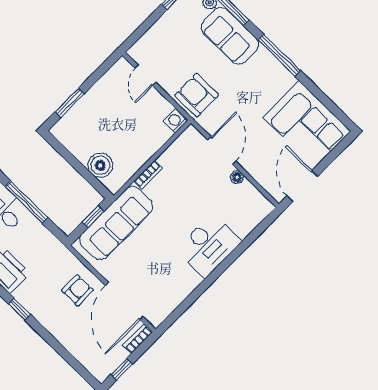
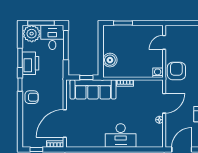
armchair: (77, 290) -> (32, 97), moved

